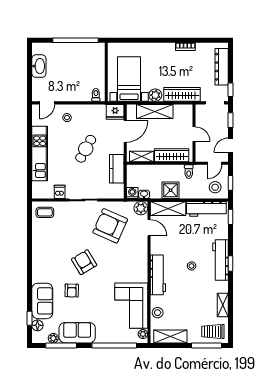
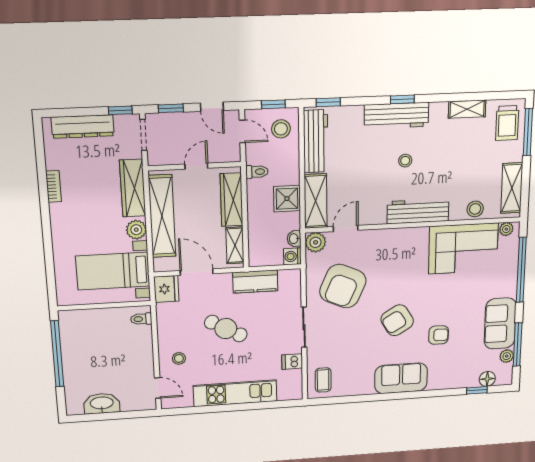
shelving: (155, 111) -> (162, 216), width x1.47
sofa: (42, 301) -> (401, 378), moved

